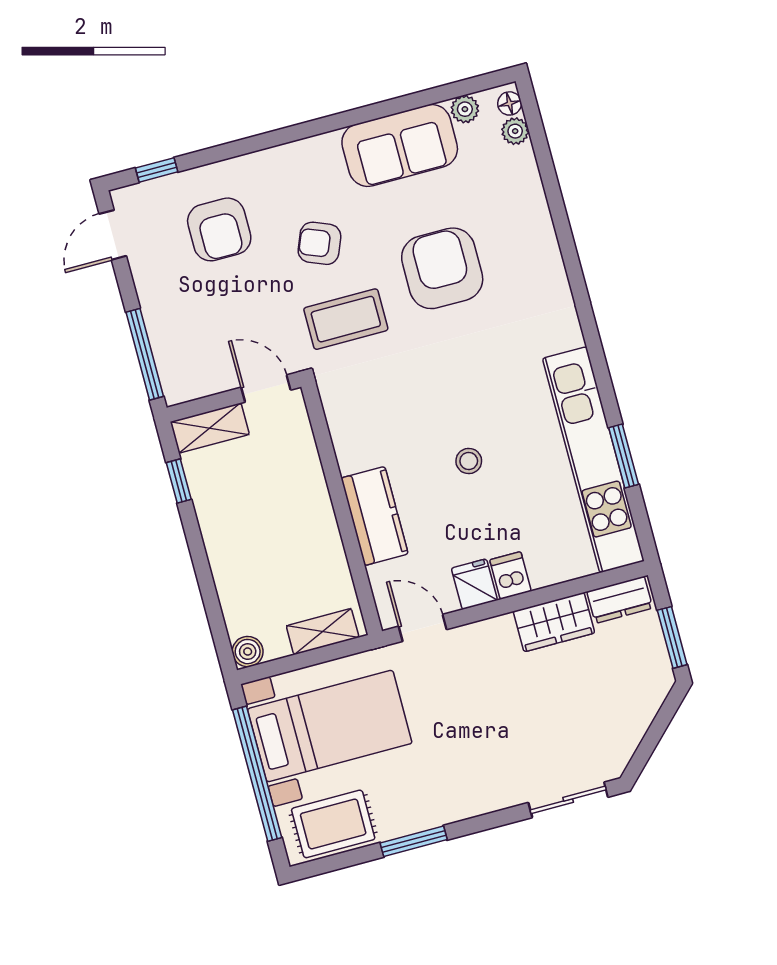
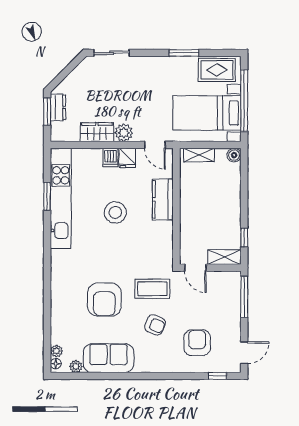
stool: (469, 461) -> (115, 212), width x1.89, depth x1.89
dresser: (620, 600) -> (58, 107), moved, turned 90
plant: (496, 636) -> (124, 133), added

